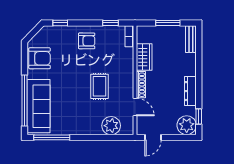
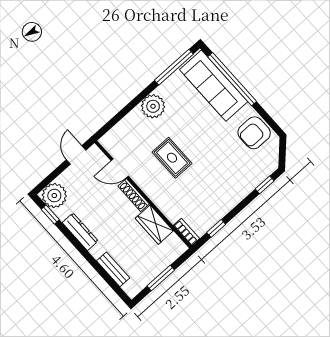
bench: (191, 39) -> (113, 269), moved
armchair: (87, 41) -> (224, 190), removed
plant: (111, 126) -> (153, 106), moved

